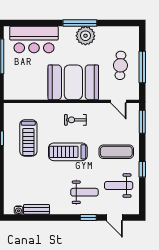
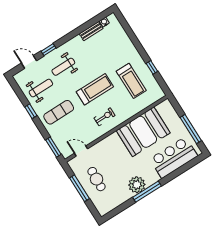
booth: (73, 82) -> (143, 132), moved
treadmill: (28, 138) -> (131, 81), turned 180

